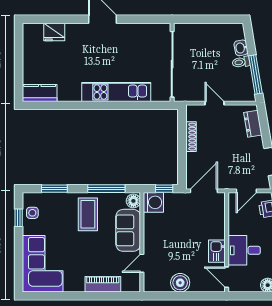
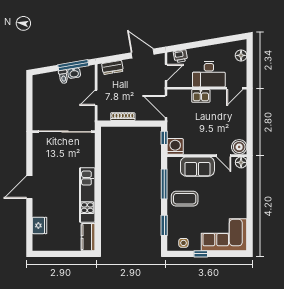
washbasin: (241, 48) -> (74, 73), moved
kitchen unit: (116, 92) -> (87, 195), moved
door: (246, 191) -> (166, 72), hinge flipped
floor lamp: (133, 201) -> (241, 162), moved
window: (19, 218) -> (201, 254), moved
desk: (244, 250) -> (209, 74), width x1.37
kitchen sink: (217, 251) -> (201, 96), moved
boiler: (180, 283) -> (239, 147), moved
piano: (103, 284) -> (240, 187), removed

